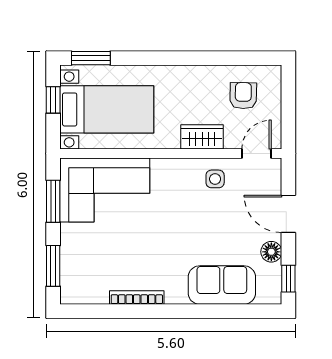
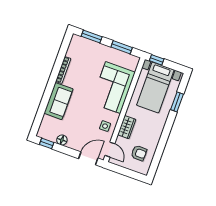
window: (91, 58) -> (177, 102), moved
window: (53, 100) -> (157, 60), moved
corner sofa: (105, 190) -> (113, 88), moved
door: (288, 214) -> (88, 158), moved
sofa: (222, 285) -> (58, 101), moved

